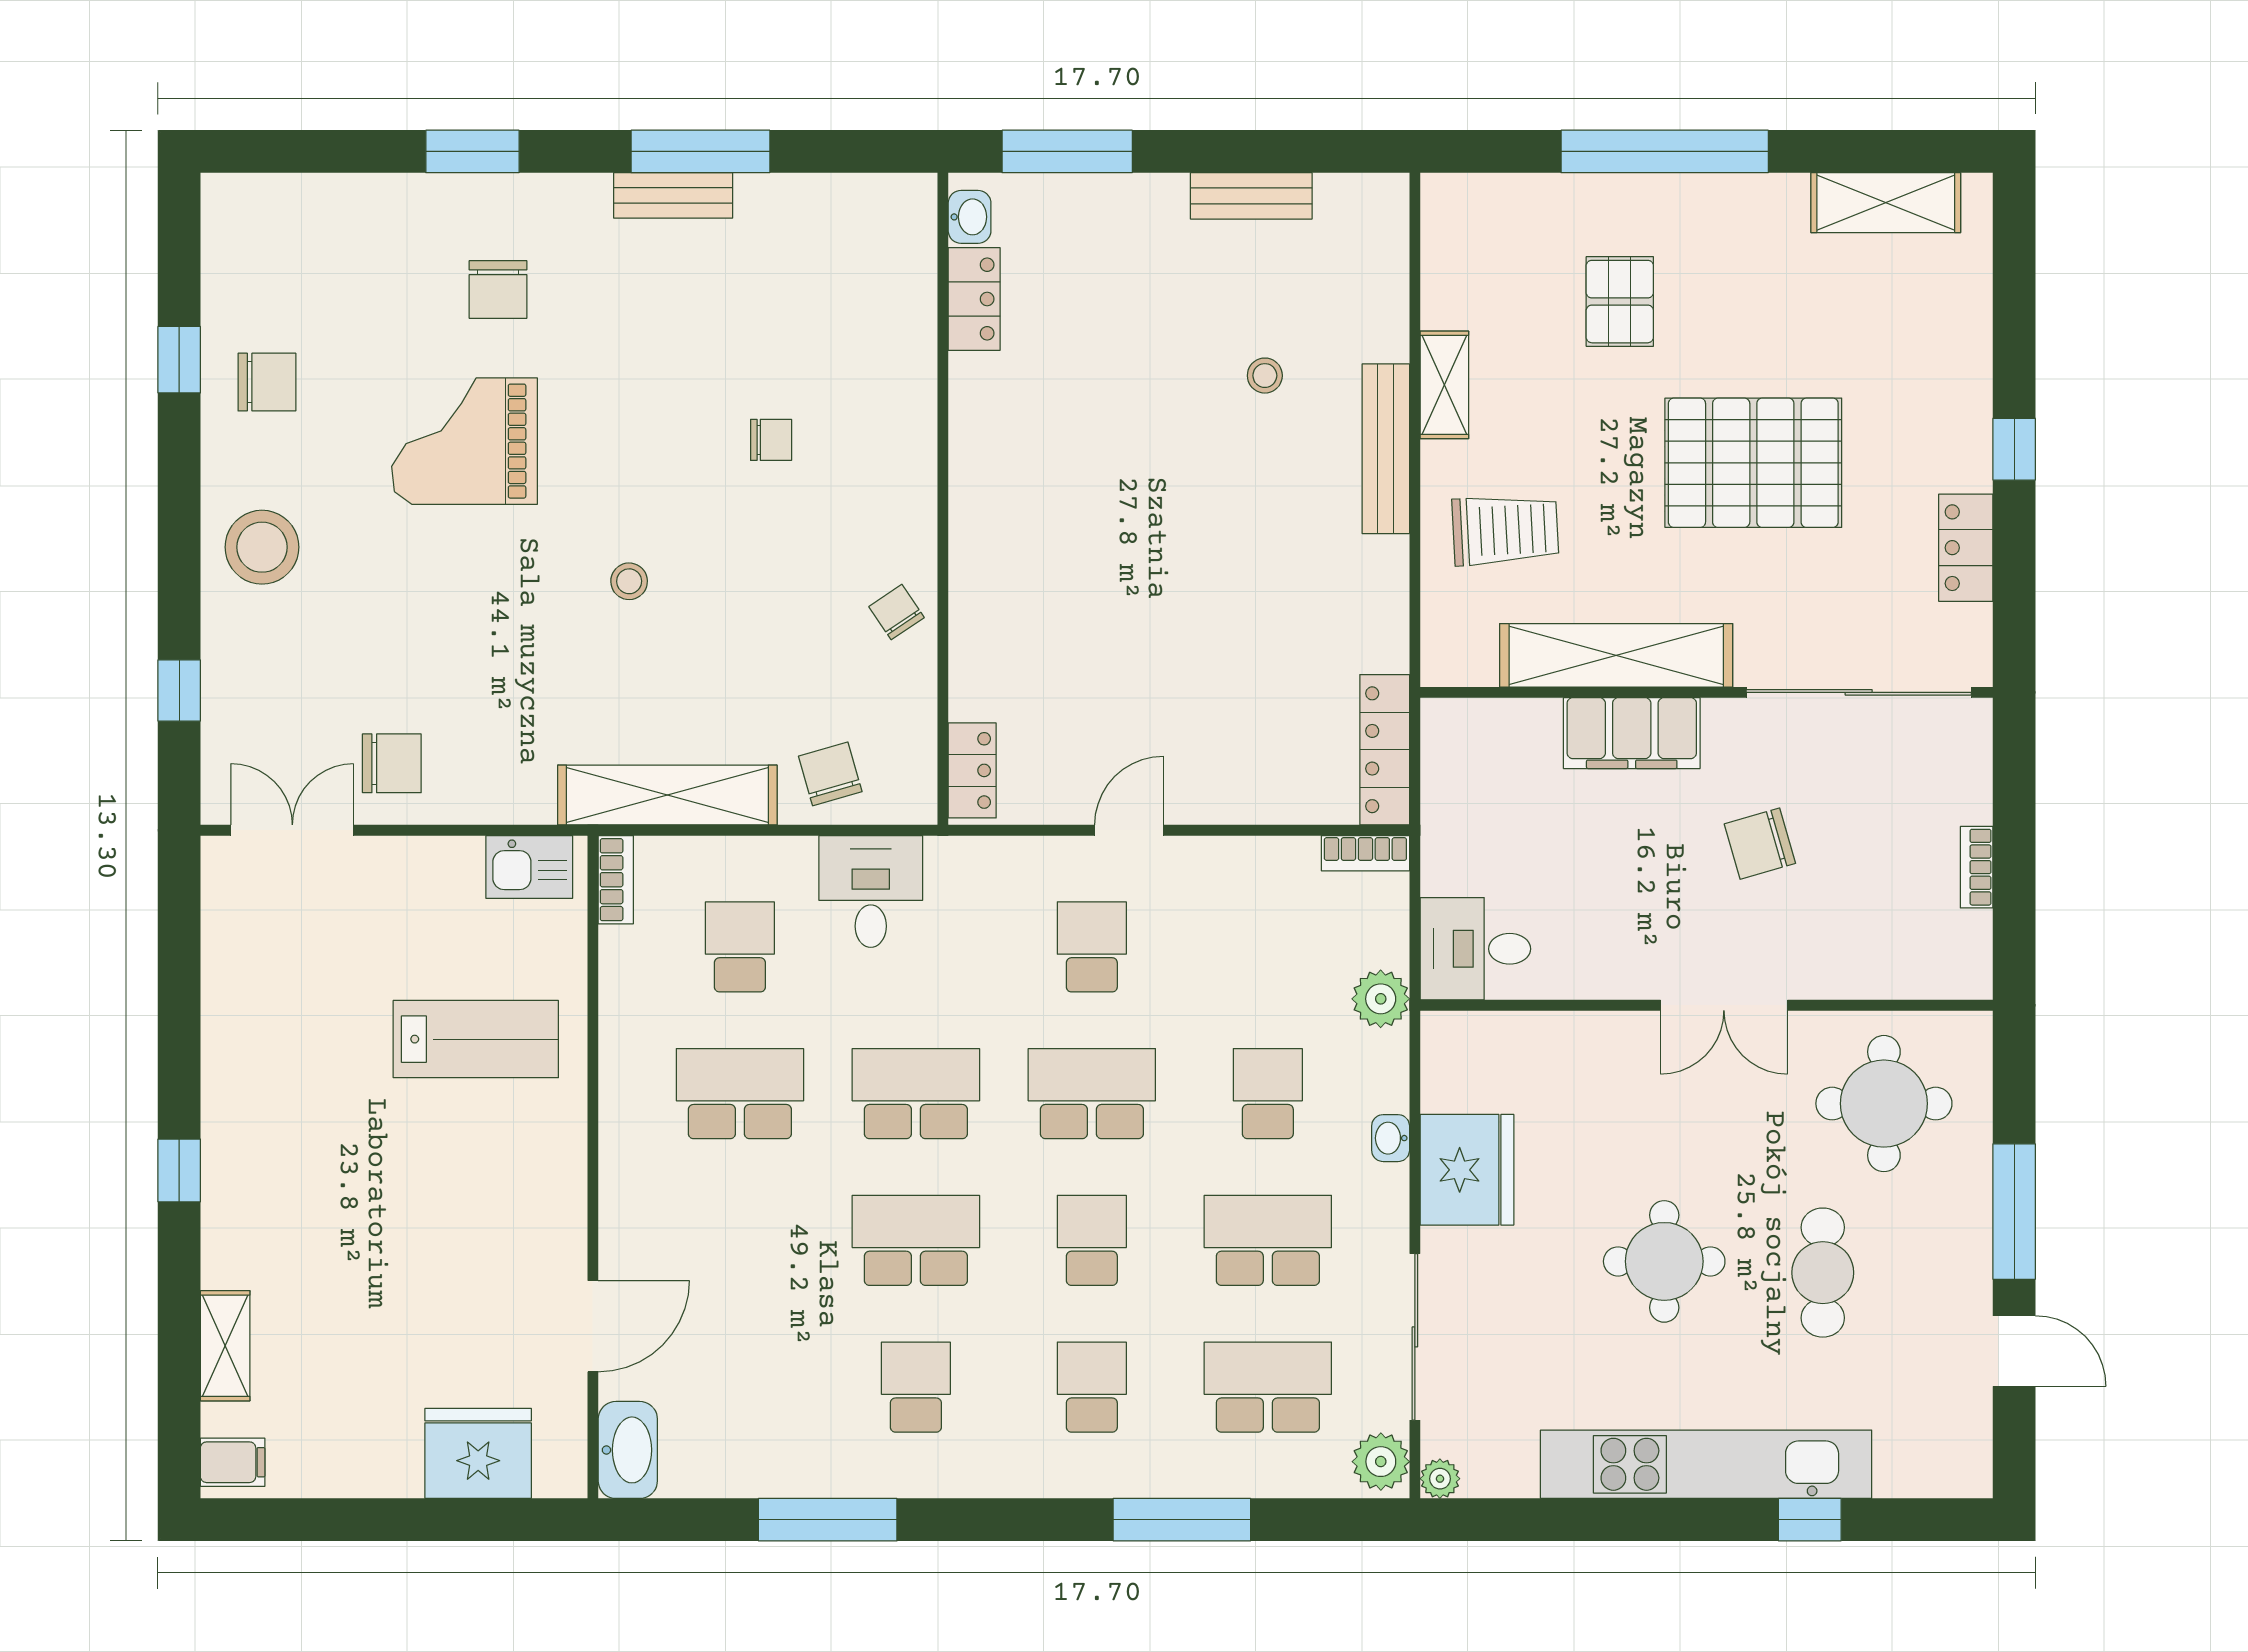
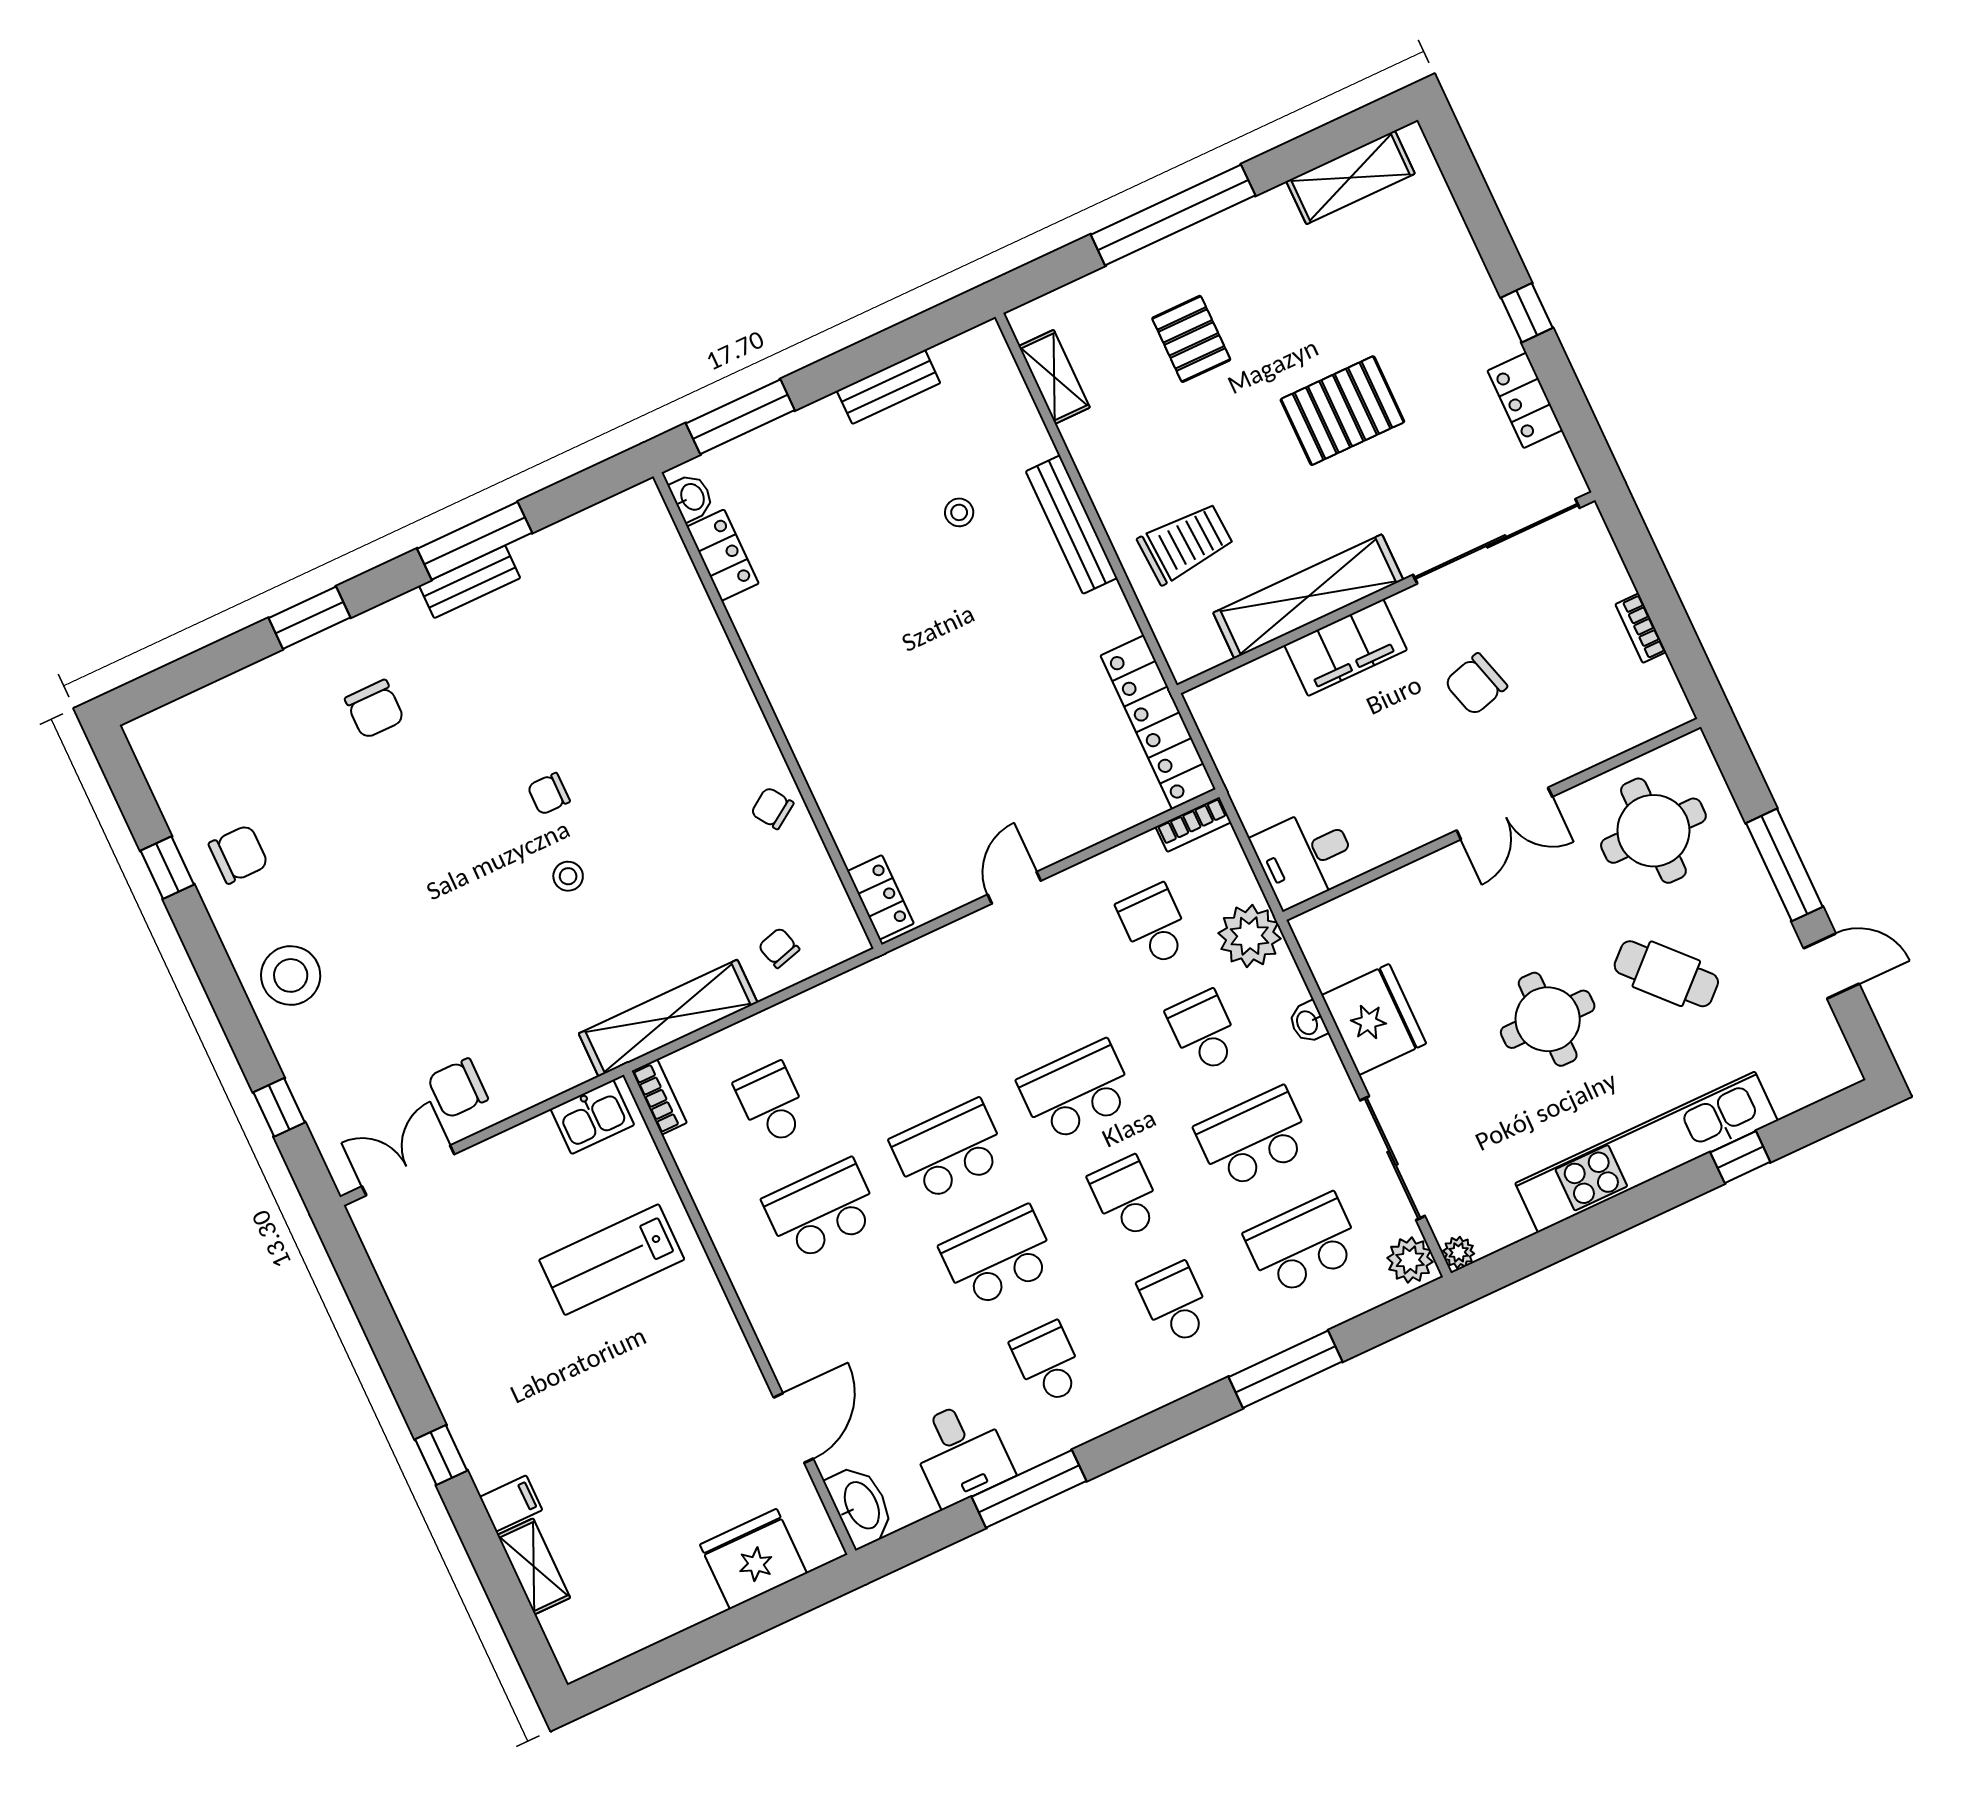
shelving: (1444, 385) -> (1054, 377), moved
chair: (771, 440) -> (549, 794), moved, turned 180
grand piano: (464, 441) -> (402, 830), removed
pallet: (1753, 463) -> (1342, 411), width x0.73, depth x0.71
locker: (1385, 750) -> (1158, 722), width x1.41, depth x1.21
chair: (392, 763) -> (458, 1088), turned 180
chair: (830, 774) -> (779, 948), width x0.73, depth x0.73
desk: (871, 891) -> (961, 1453), moved, turned 180
school desk: (1092, 947) -> (1154, 925), moved
plant: (1381, 999) -> (1250, 936), width x1.36, depth x1.36
lab bench: (476, 1039) -> (612, 1260), turned 180
cafe table: (1823, 1273) -> (1666, 974), turned -43
filing cabinet: (233, 1462) -> (511, 1503), moved

